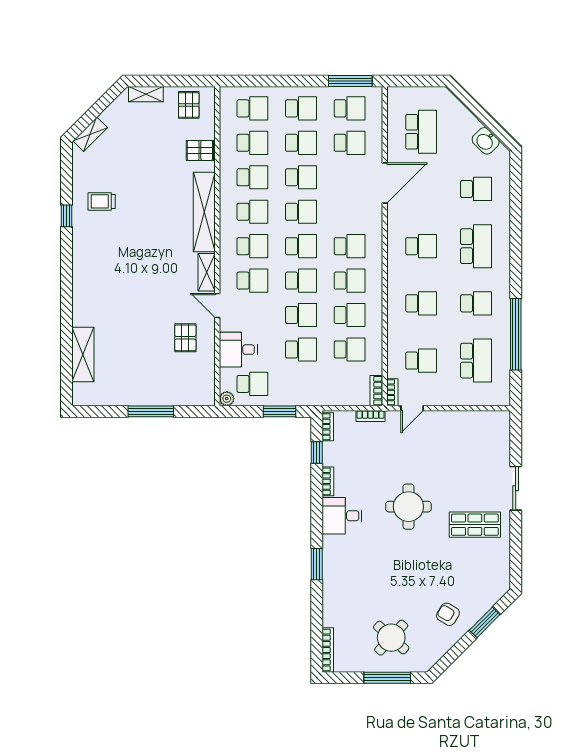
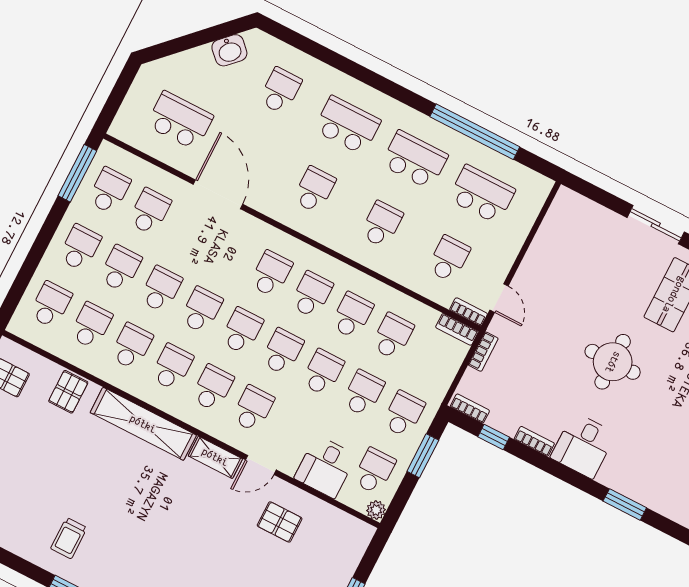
school desk: (476, 303) -> (415, 160), width x1.85
school desk: (301, 384) -> (404, 414), added

